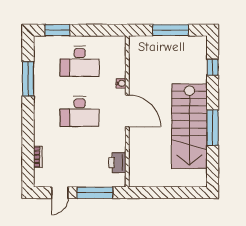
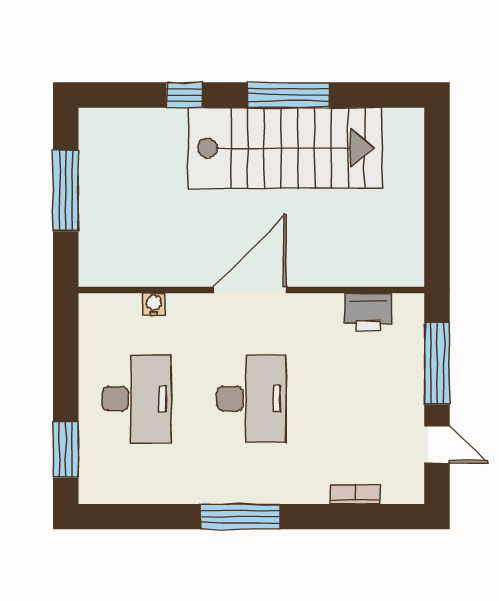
window: (213, 67) -> (185, 95), moved
window: (28, 79) -> (240, 517), moved
water cooler: (121, 83) -> (154, 304), moved

